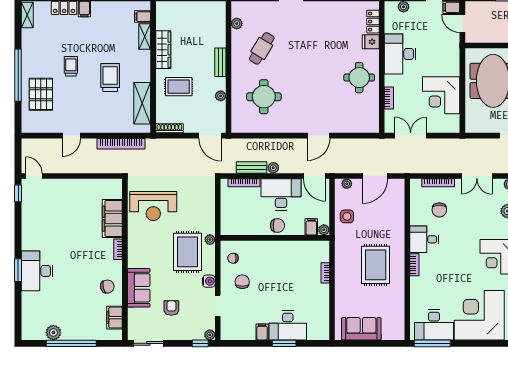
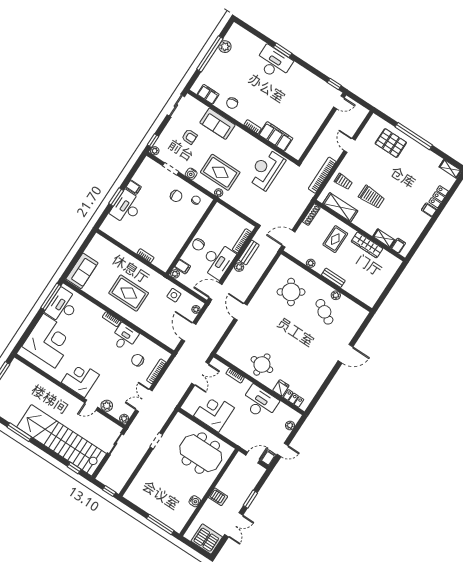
plant: (237, 24) -> (336, 295), moved
trolley: (71, 66) -> (343, 182), moved
round table: (264, 97) -> (291, 292), turned -33
sofa: (361, 329) -> (82, 271), moved

